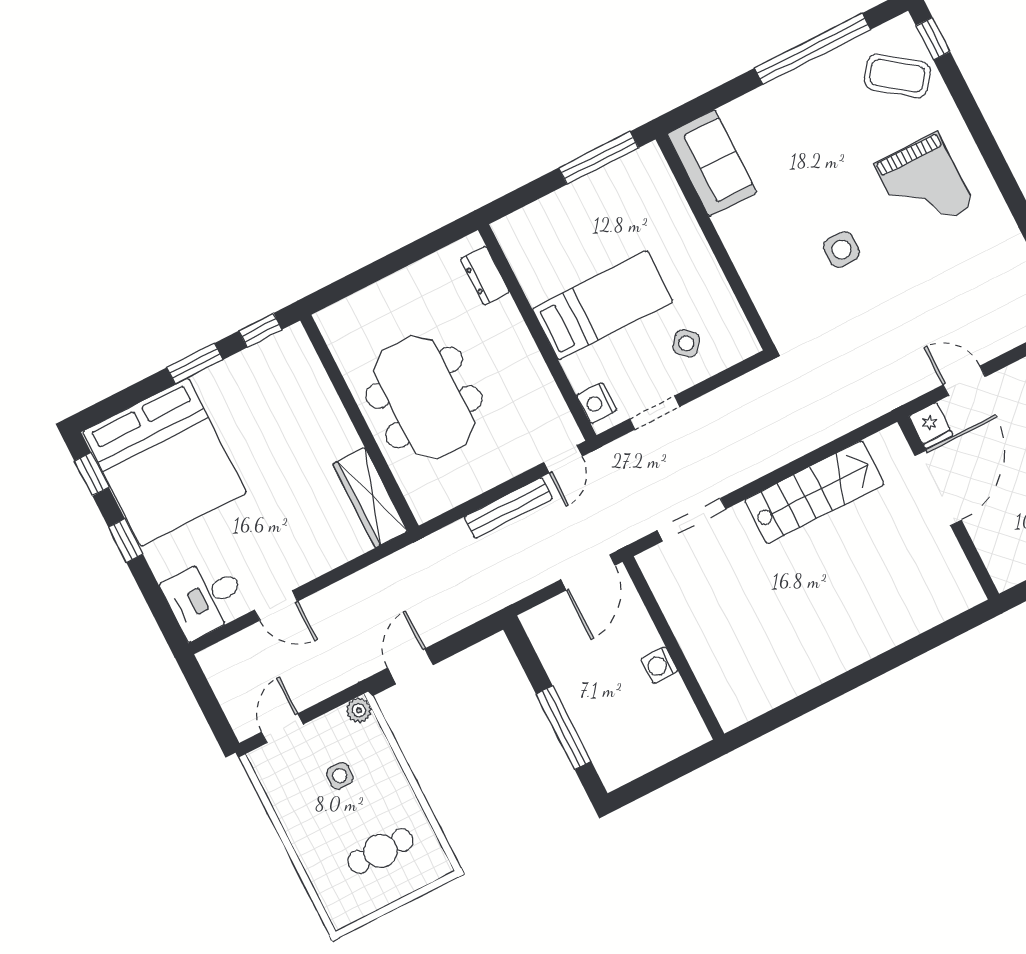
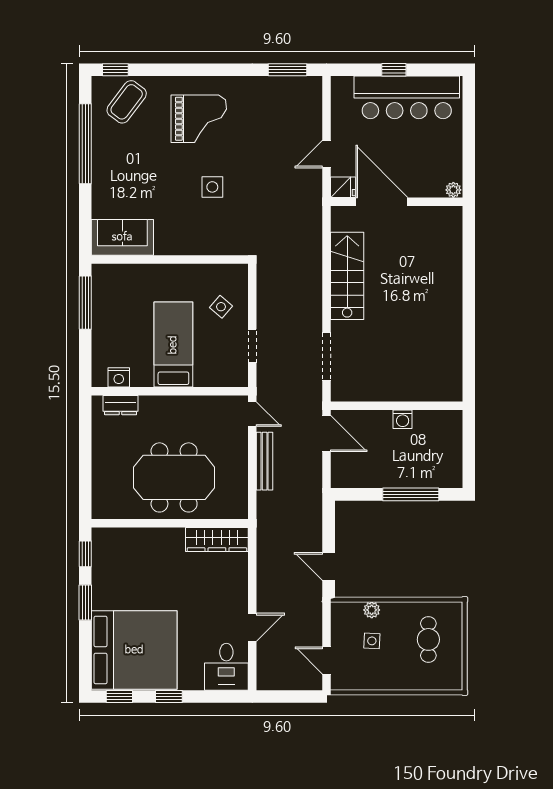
nightstand: (597, 403) -> (119, 377), moved
plant: (1003, 576) -> (453, 190), added
plant: (359, 710) -> (372, 610), moved

